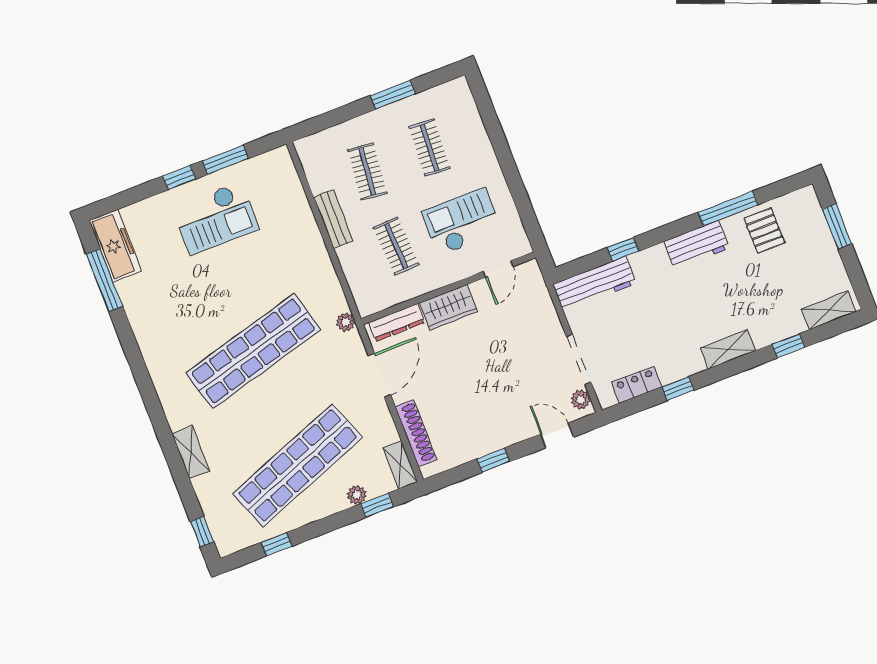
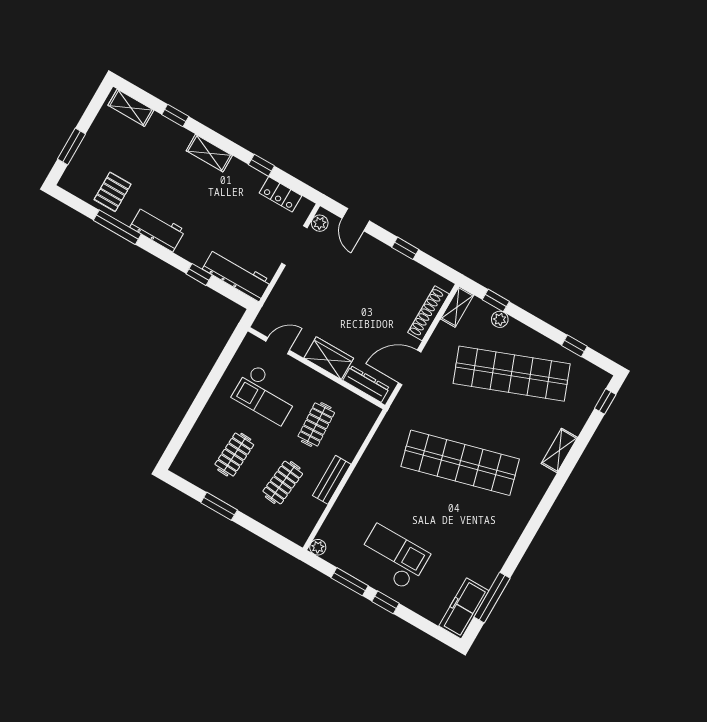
plant: (346, 322) -> (318, 547), moved

